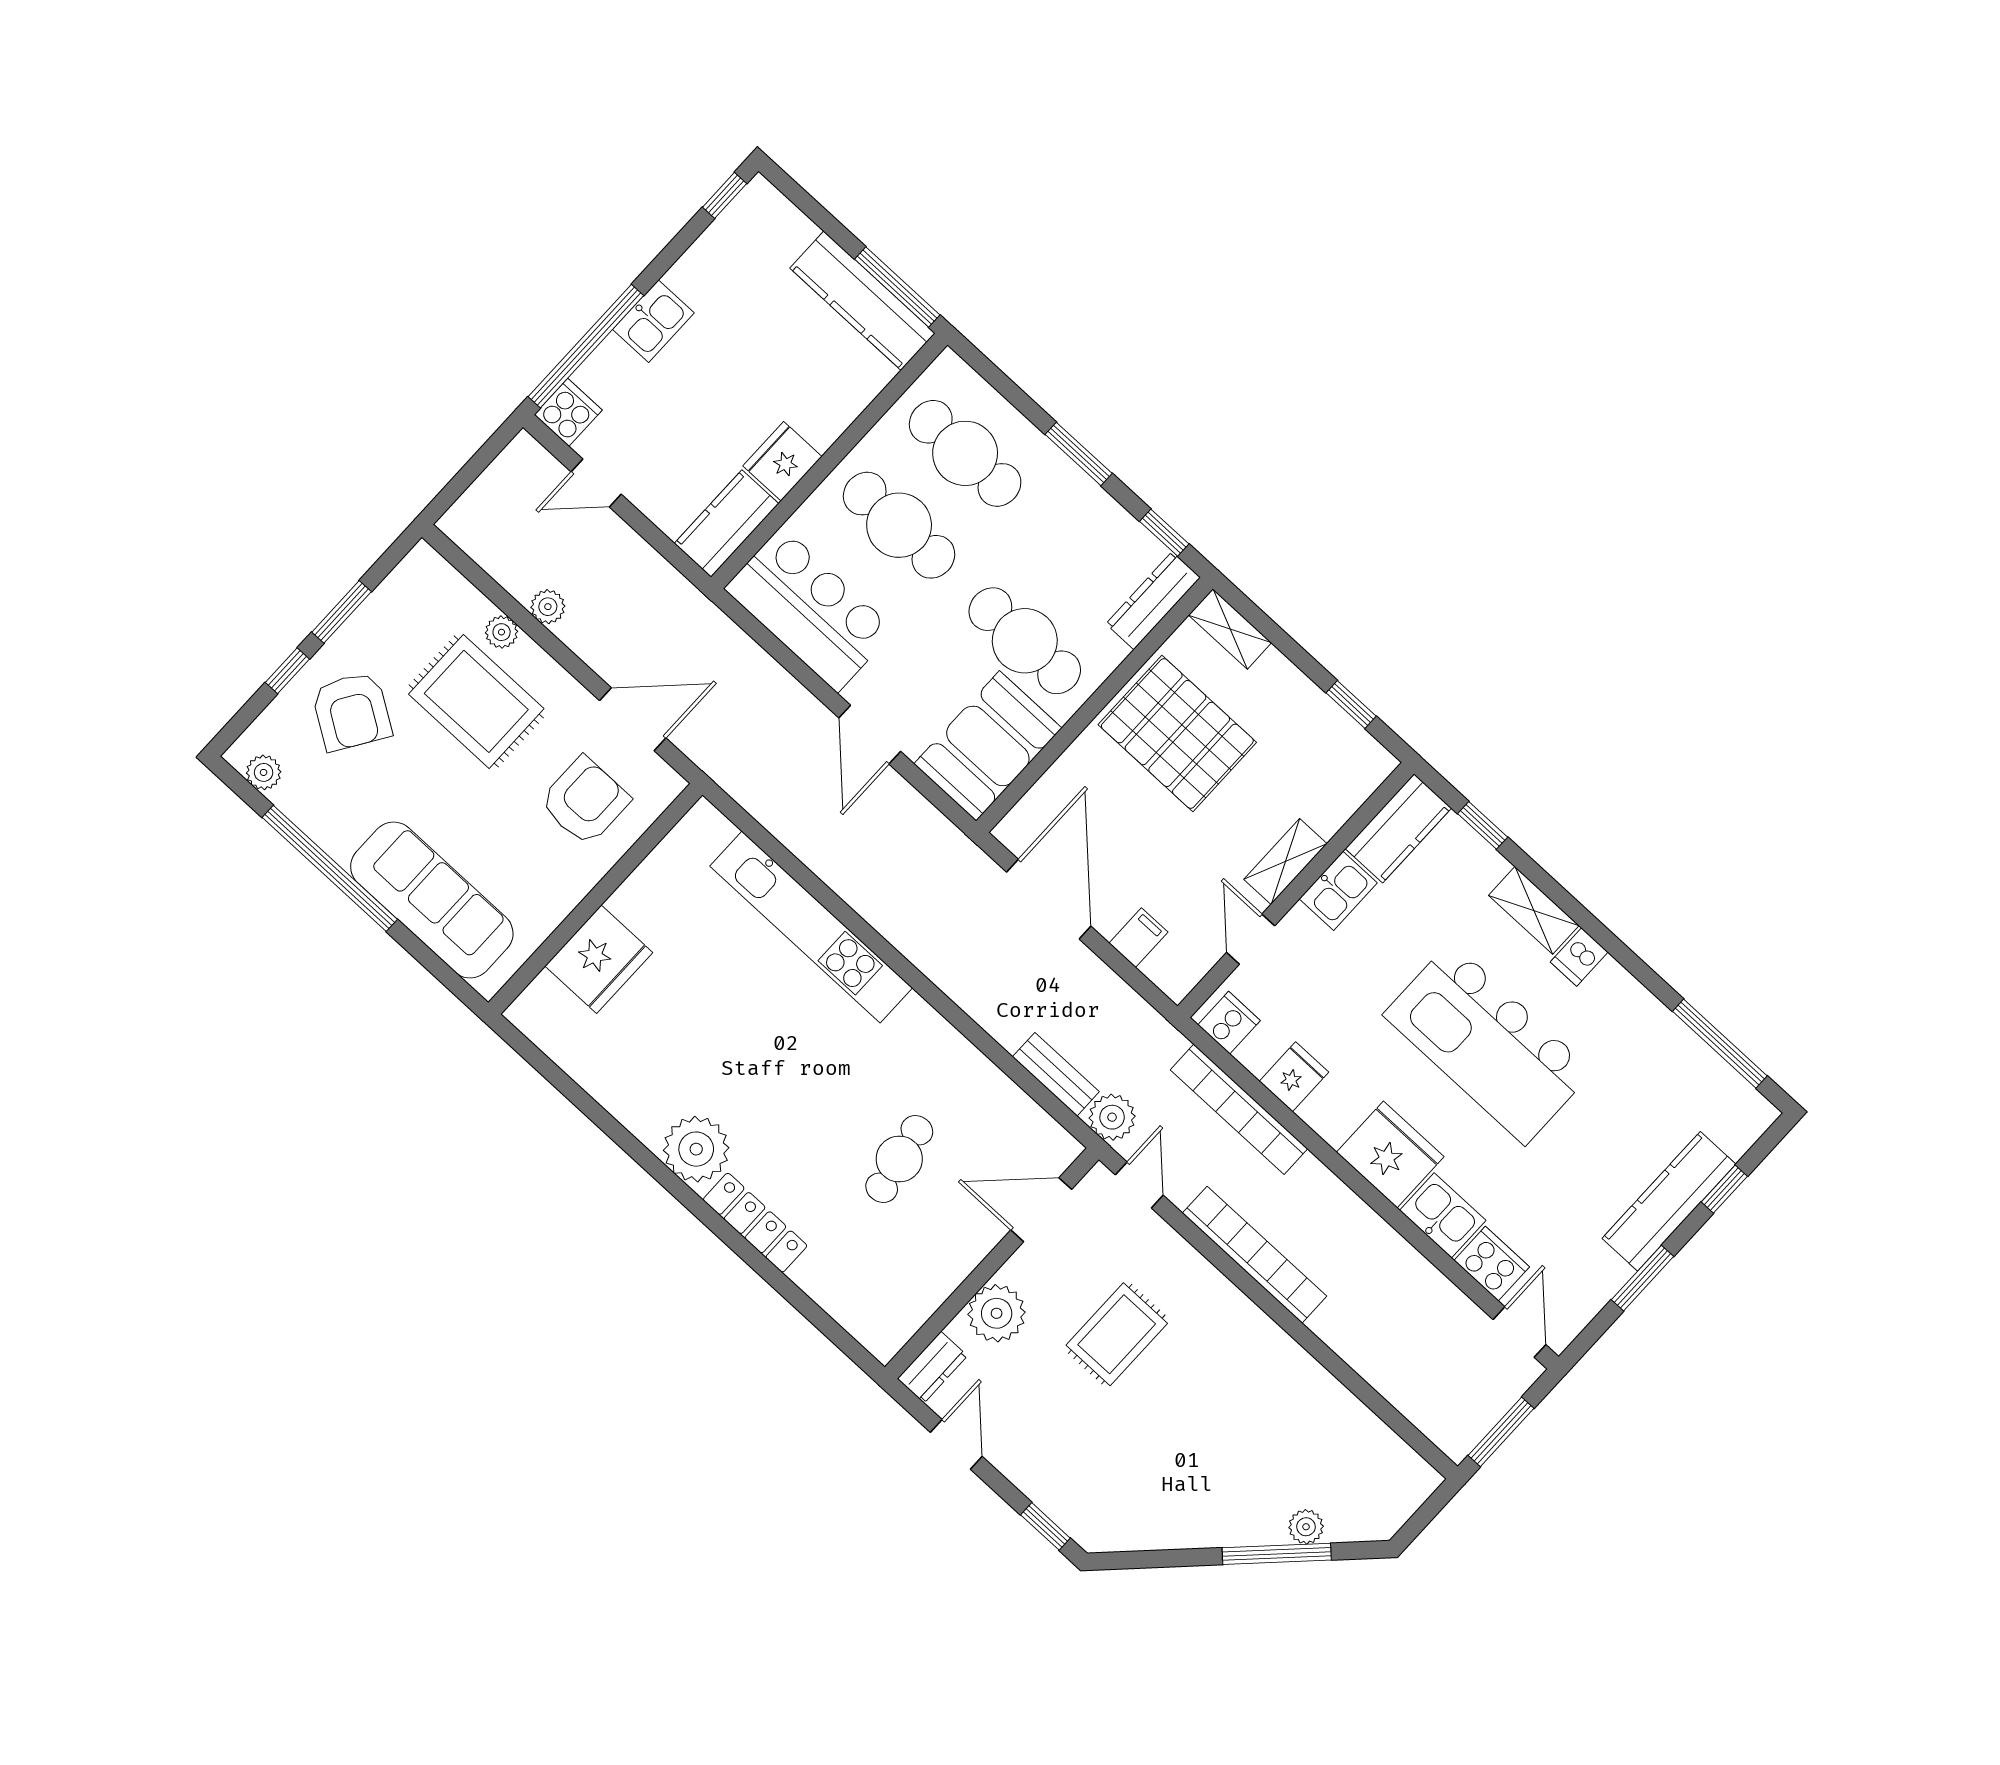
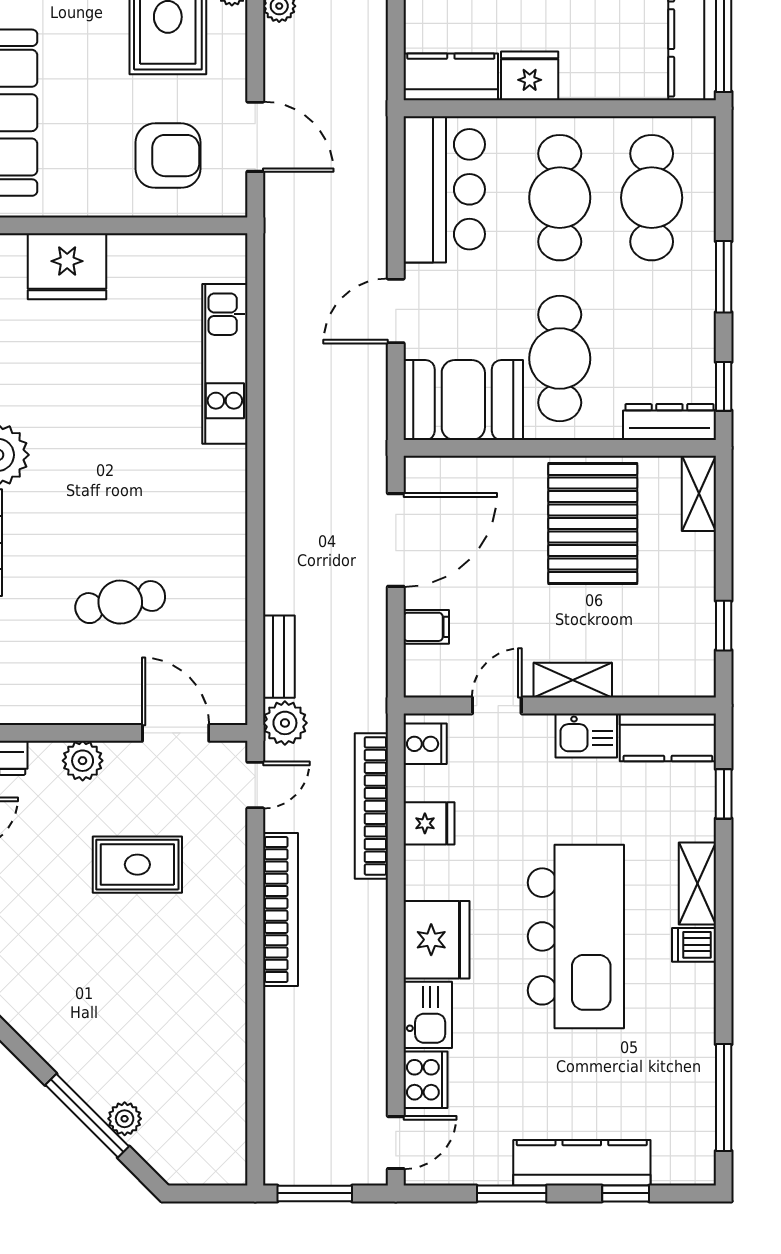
kitchen unit: (811, 927) -> (225, 364), width x0.73
kitchen island: (1488, 1043) -> (576, 936), turned 180
plant: (997, 1313) -> (83, 761), width x0.73, depth x0.73

